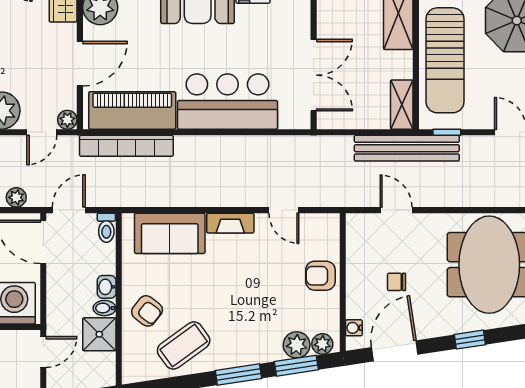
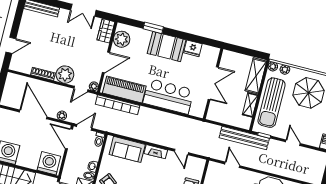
double door: (314, 75) -> (213, 83), moved
shelving: (402, 105) -> (250, 105), moved

